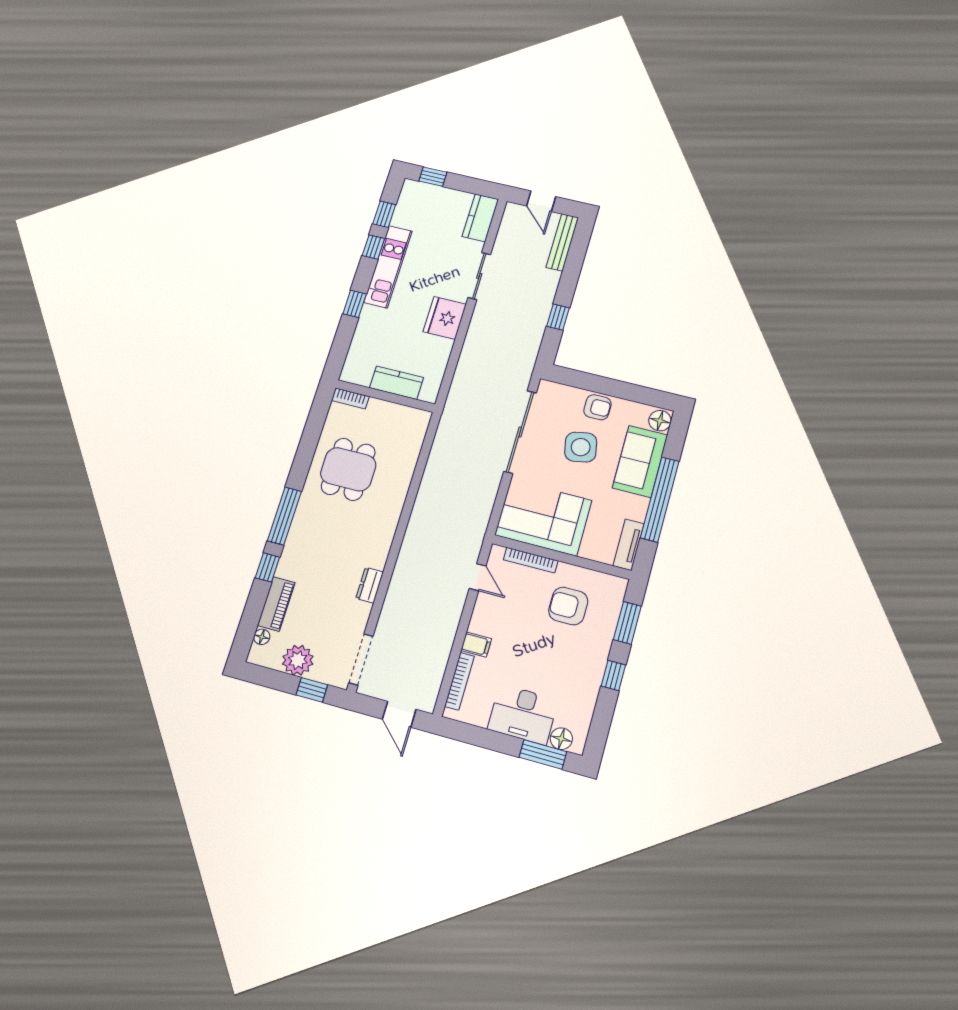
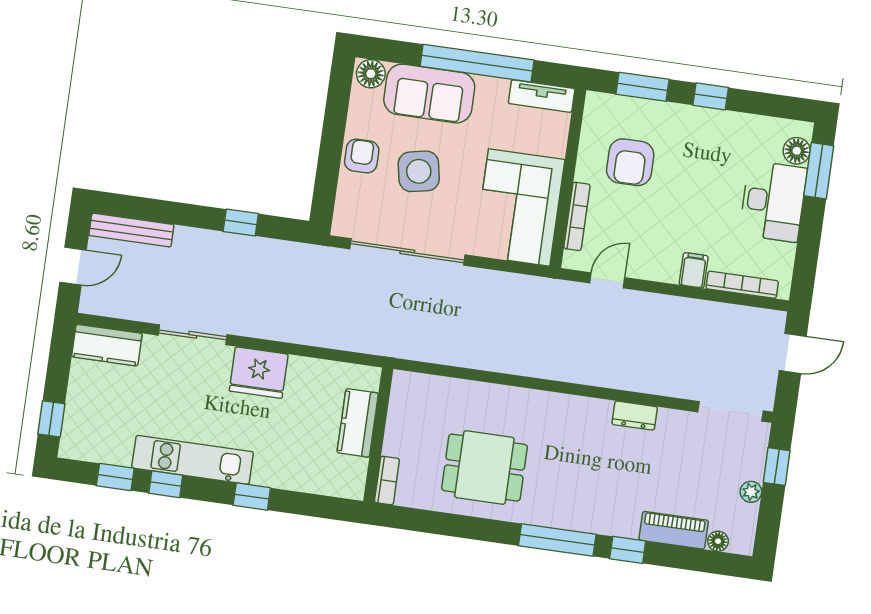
plant: (298, 660) -> (751, 492), width x0.53, depth x0.53

